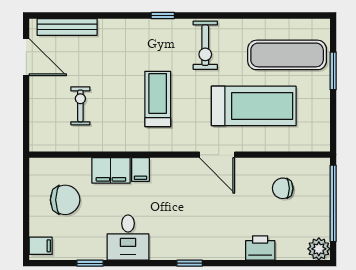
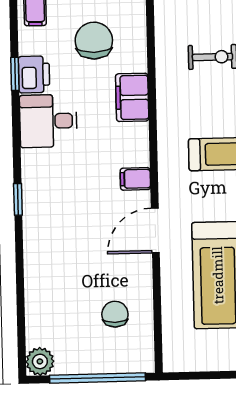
filing cabinet: (140, 169) -> (135, 179), moved
chair: (65, 200) -> (94, 41), turned 180
printer: (260, 248) -> (34, 74), moved

